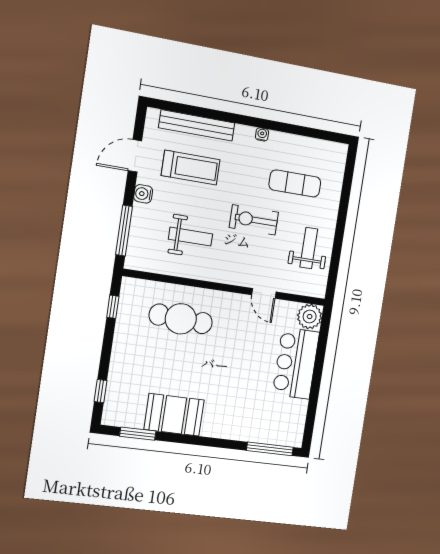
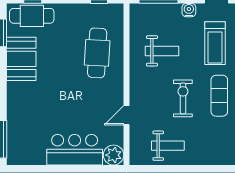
exercise mat: (295, 183) -> (219, 96), moved
weight bench: (191, 237) -> (162, 51), turned -90
cafe table: (121, 395) -> (32, 16), added

